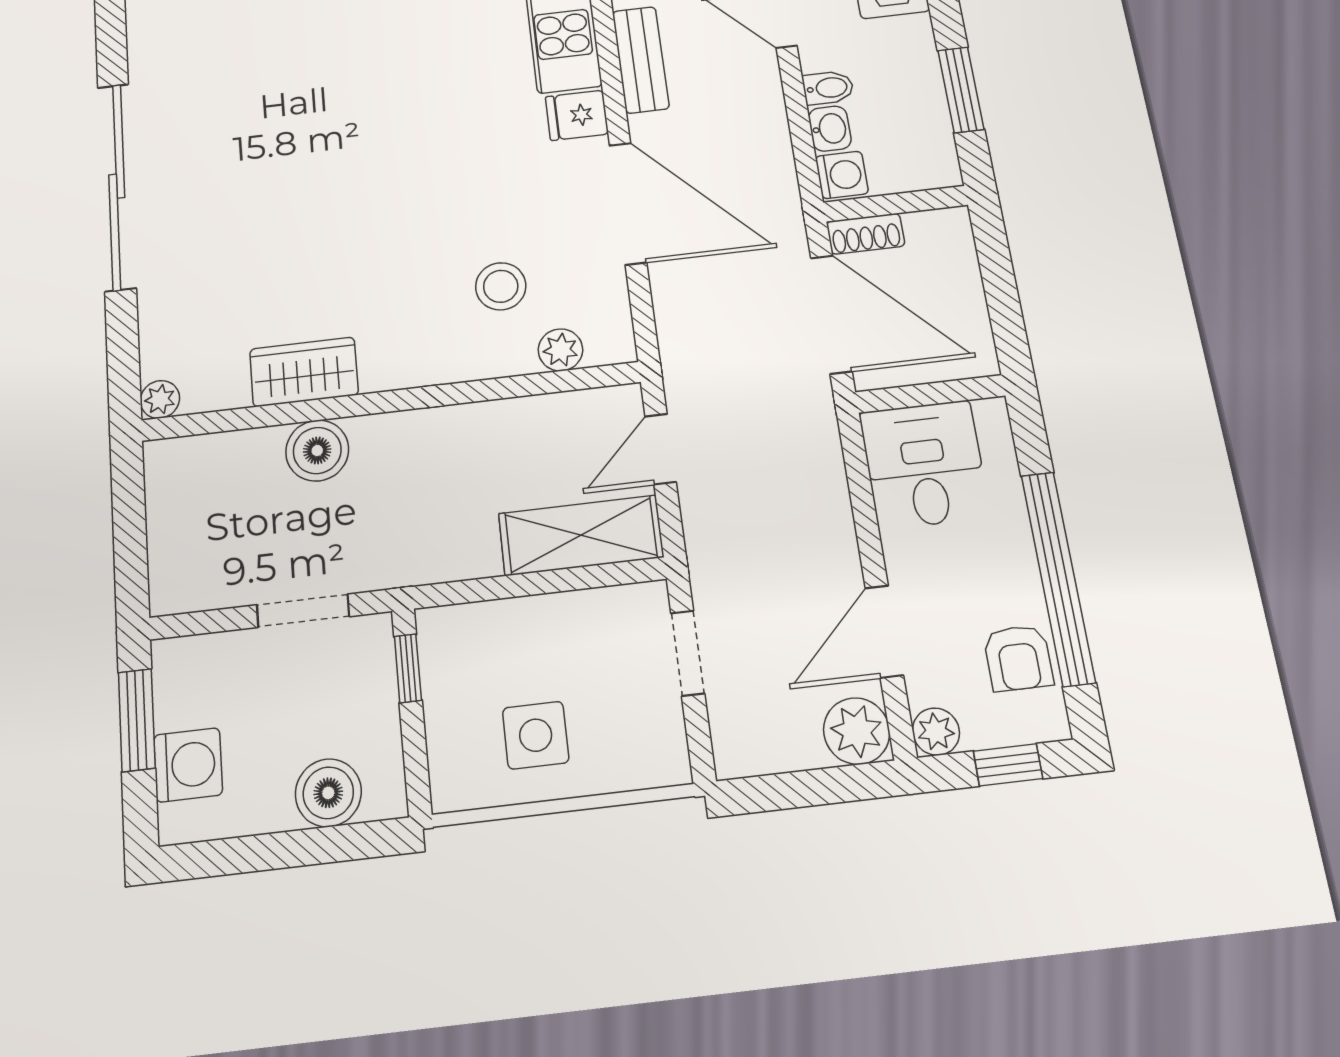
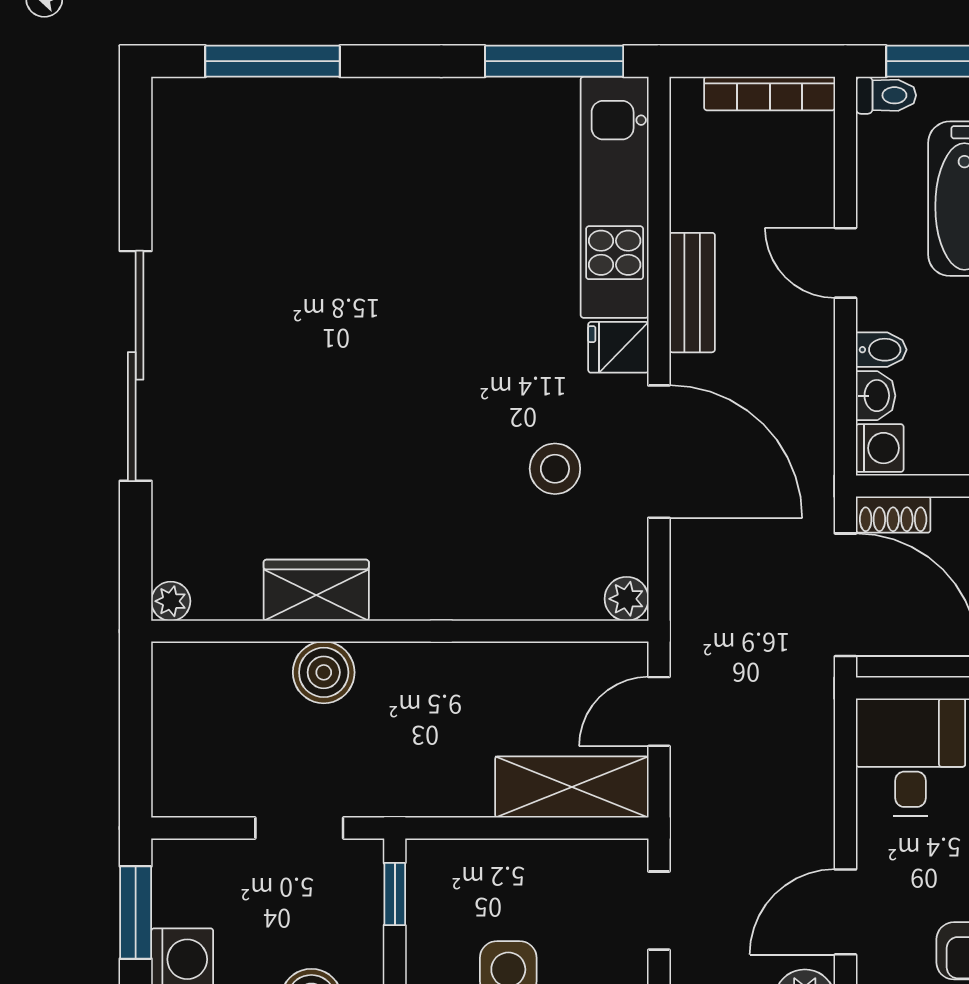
stool: (501, 286) -> (555, 469), moved
plant: (560, 350) -> (627, 599), moved

